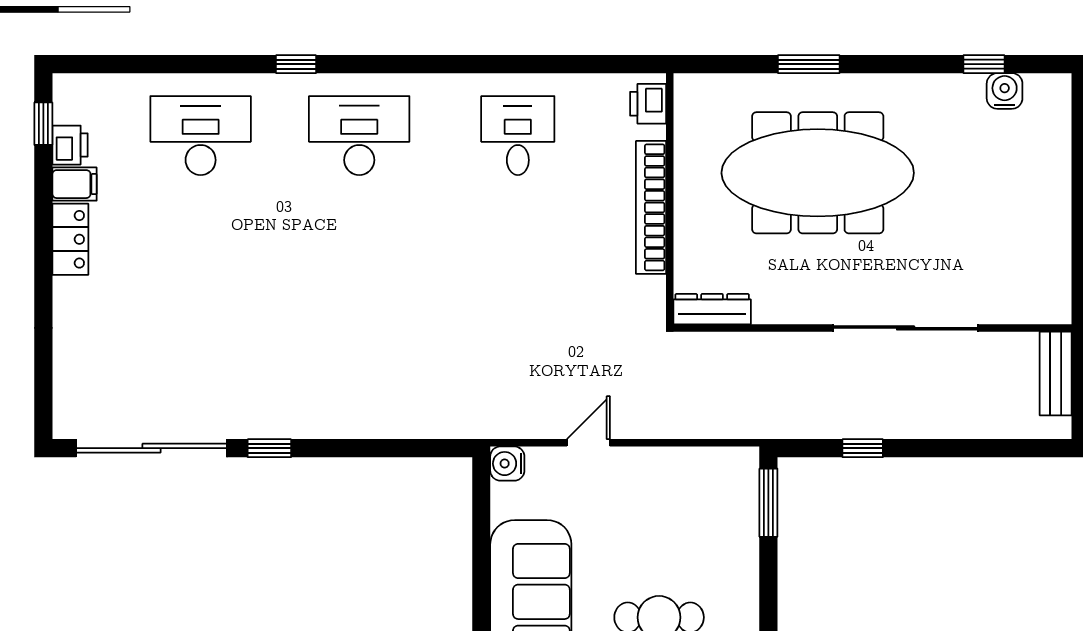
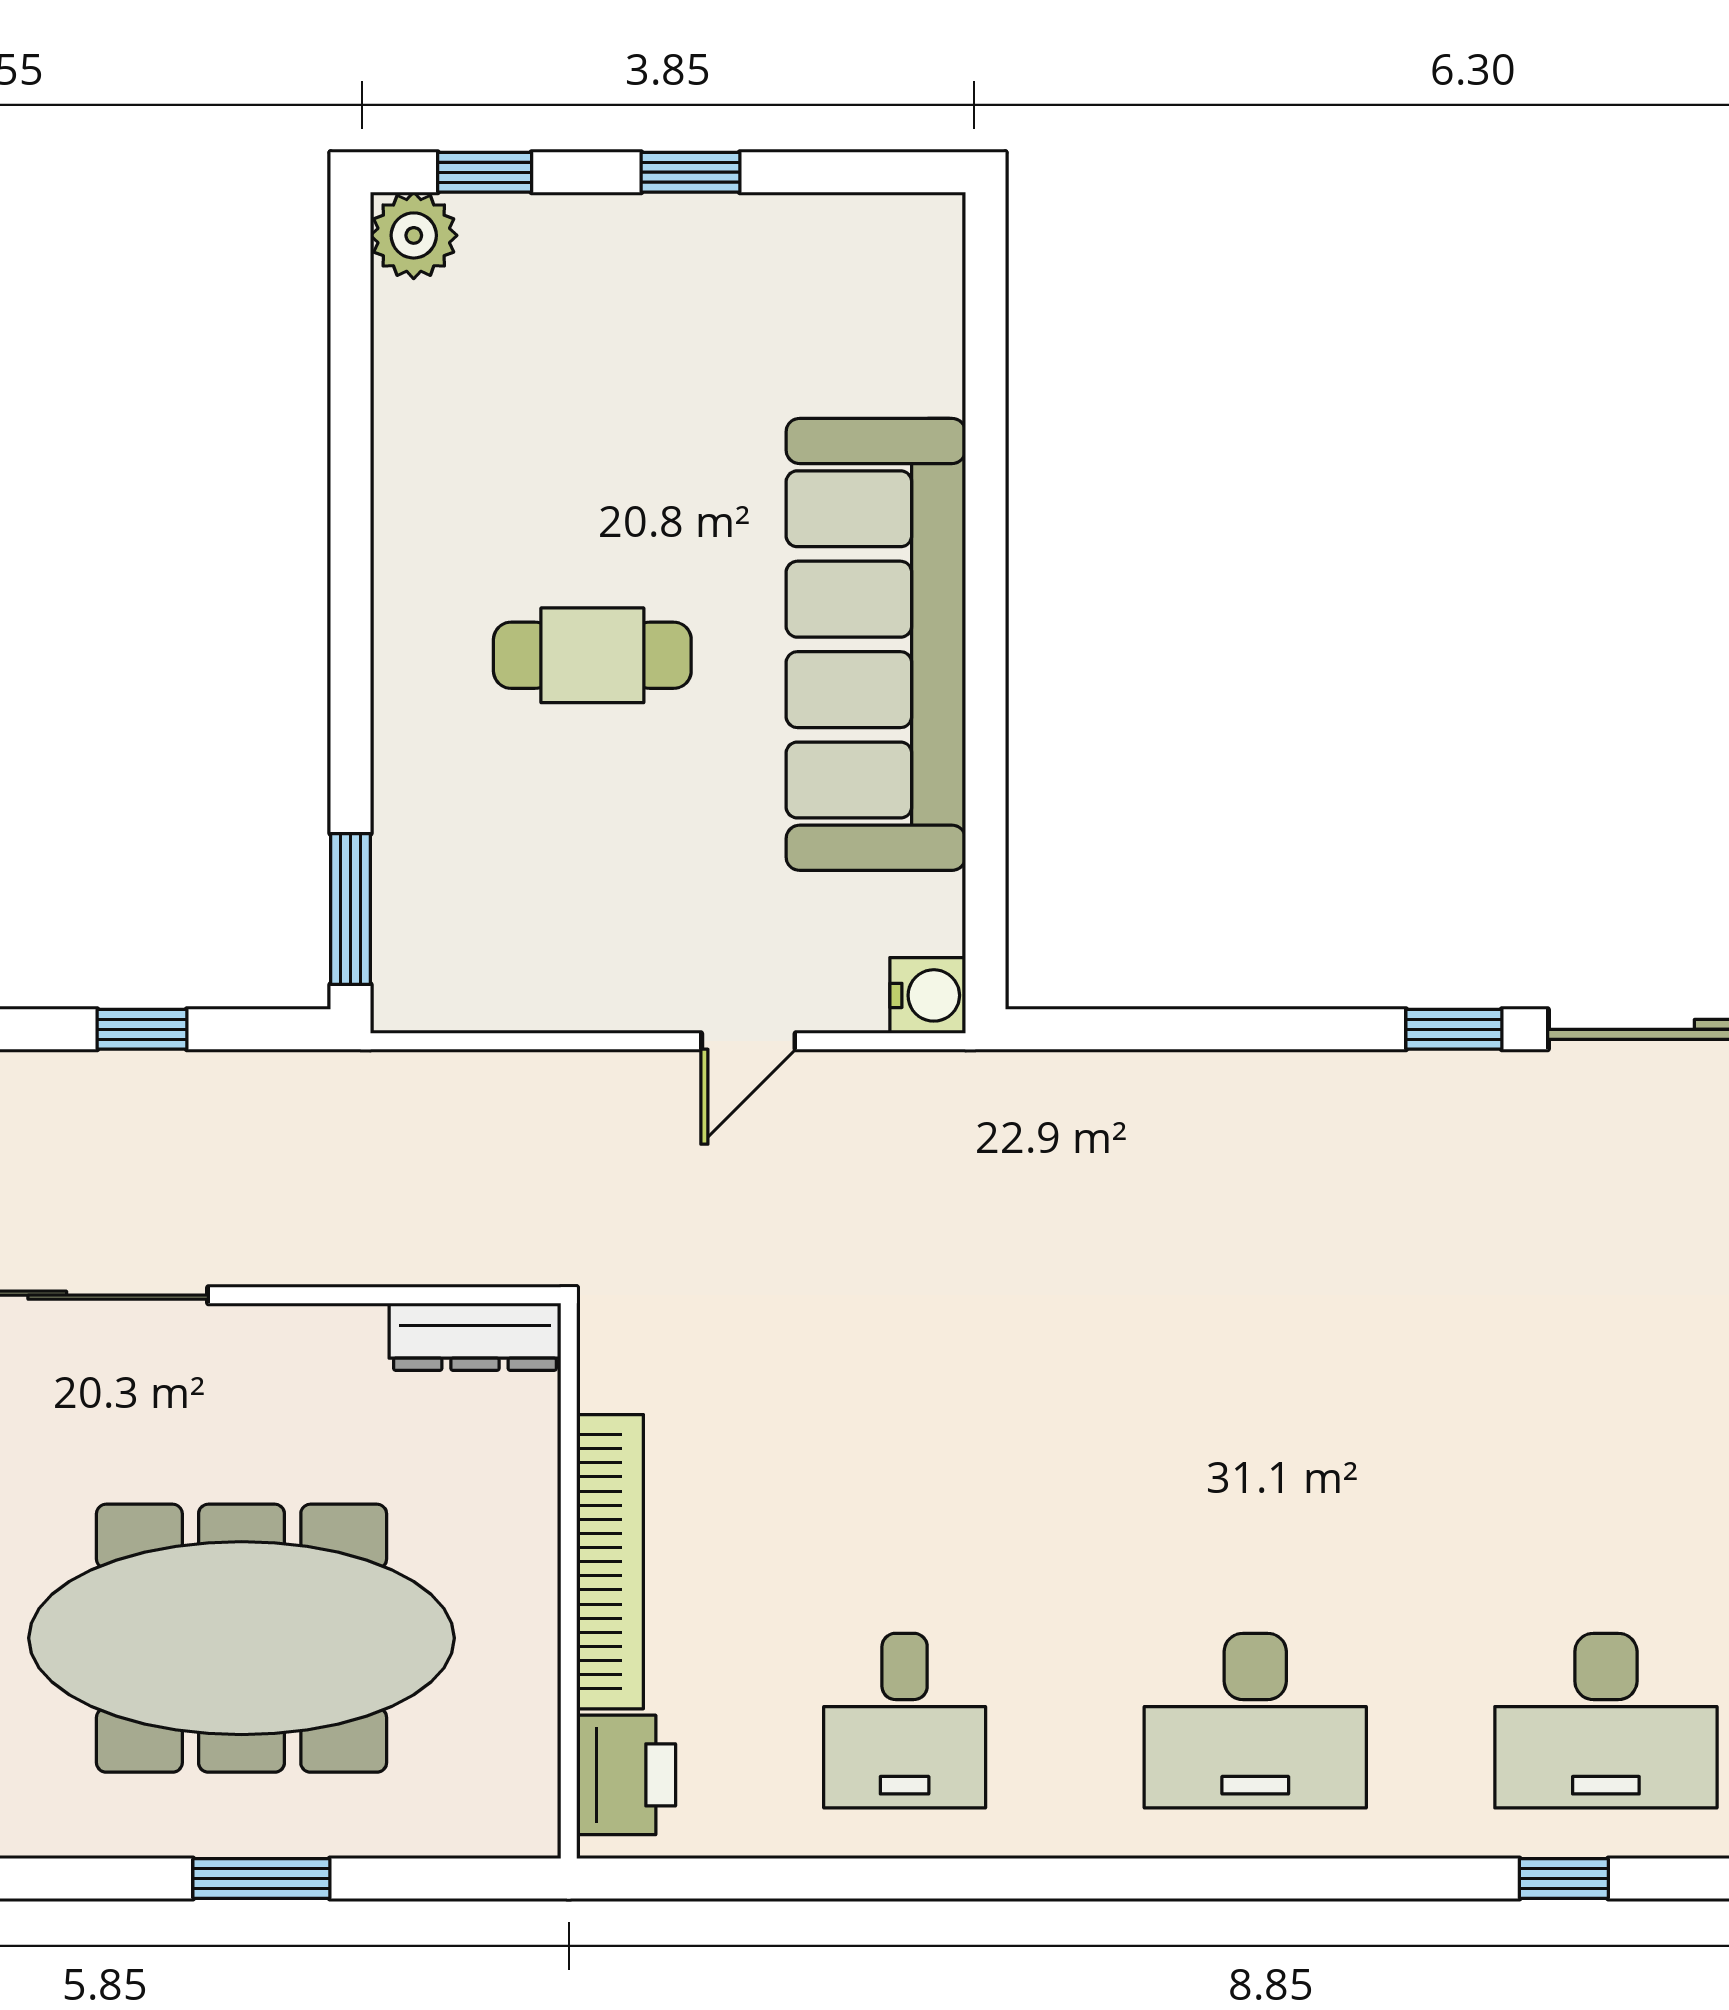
window: (296, 64) -> (1564, 1878), moved
printer: (648, 104) -> (626, 1775), width x1.36, depth x1.24

